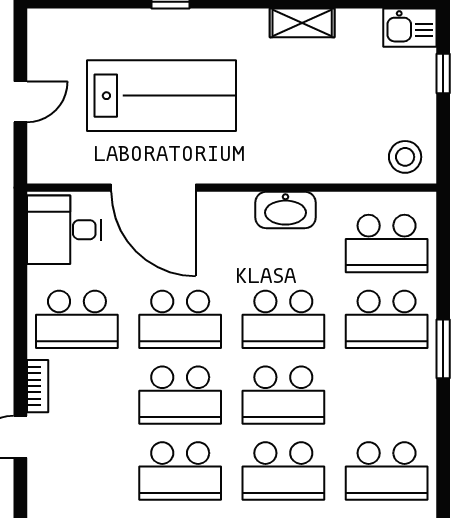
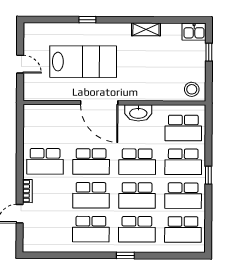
door: (20, 102) -> (20, 64), hinge flipped
door: (153, 188) -> (99, 103), moved
desk: (64, 230) -> (40, 121), removed
window: (443, 349) -> (208, 175), width x0.67
school desk: (387, 395) -> (183, 196), added

